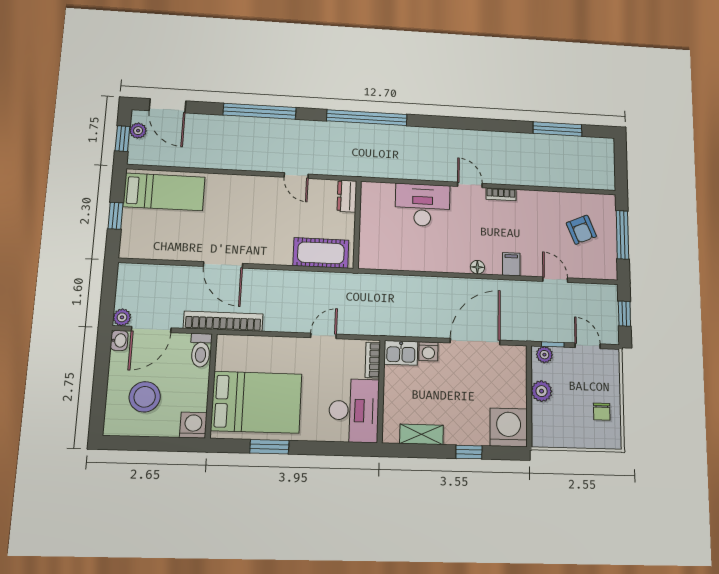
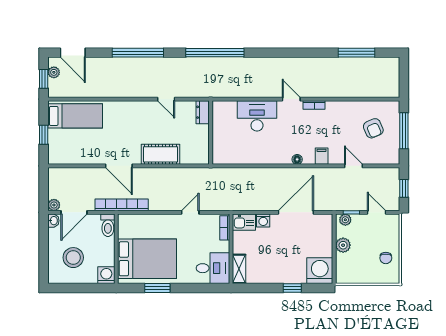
cot: (321, 253) -> (161, 154), moved
desk: (354, 411) -> (213, 268), width x0.73
shelving: (422, 434) -> (239, 269), moved, turned 90

